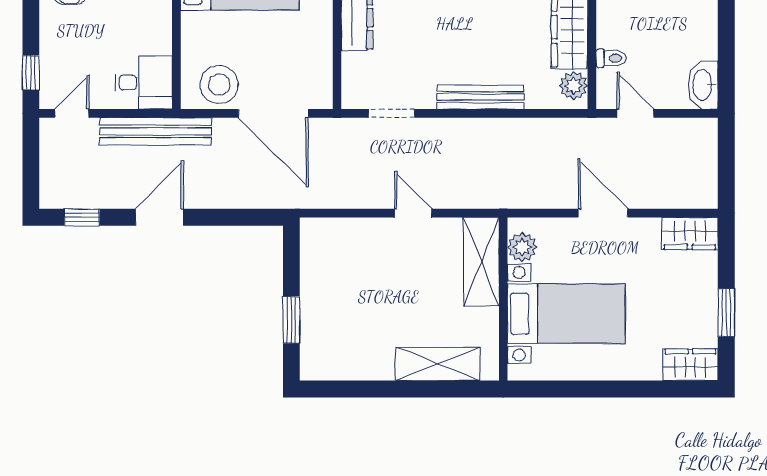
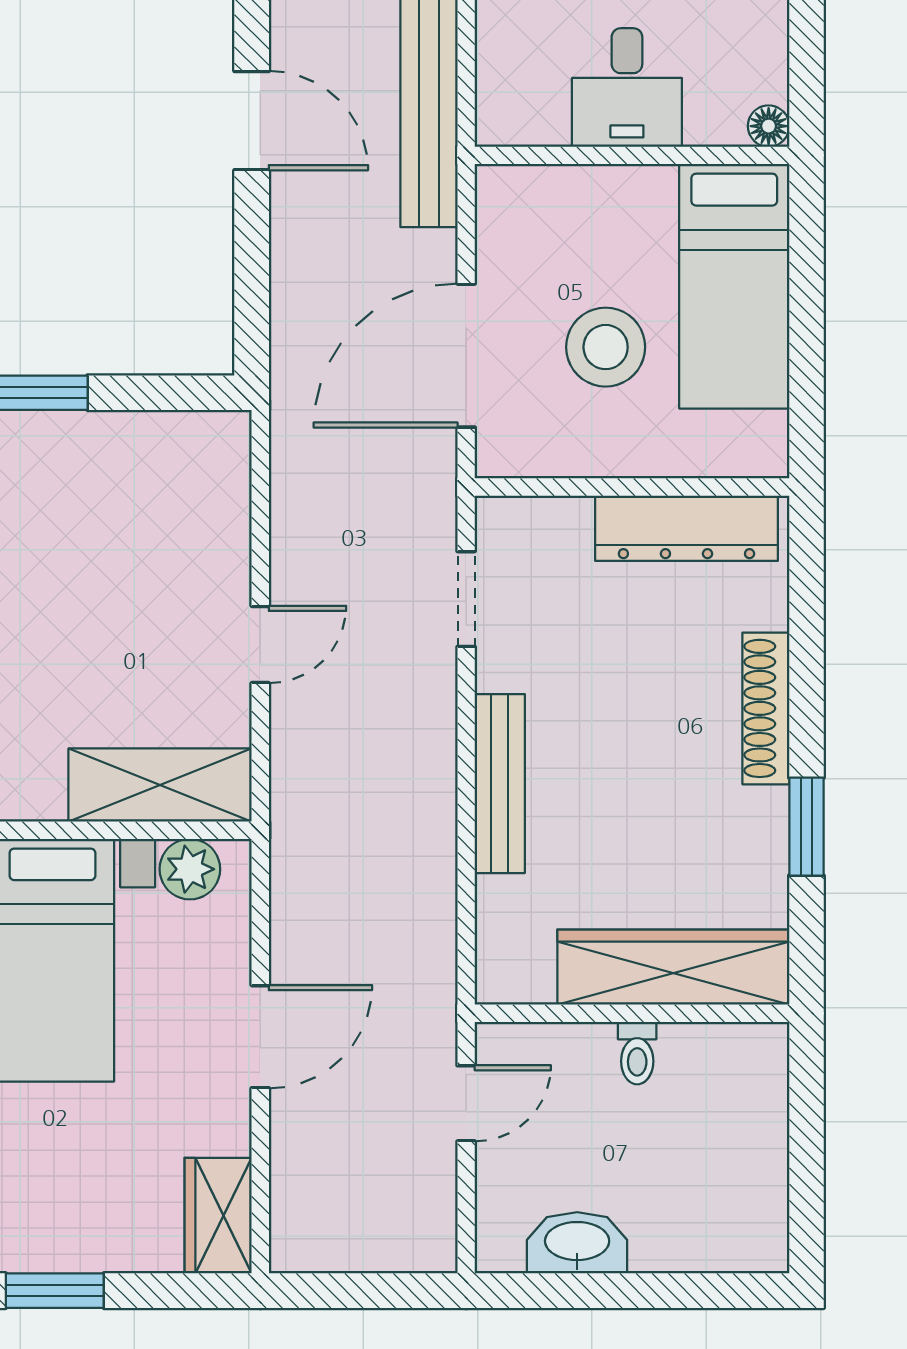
toilet: (611, 58) -> (637, 1053), moved
desk: (143, 83) -> (627, 87), moved
stool: (219, 85) -> (606, 347), moved
washbasin: (703, 85) -> (577, 1243), moved
plant: (573, 86) -> (523, 975), removed

